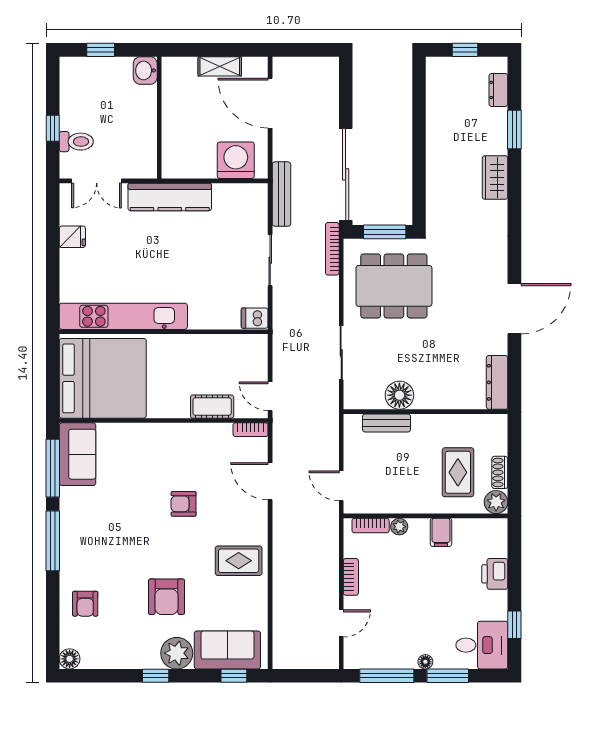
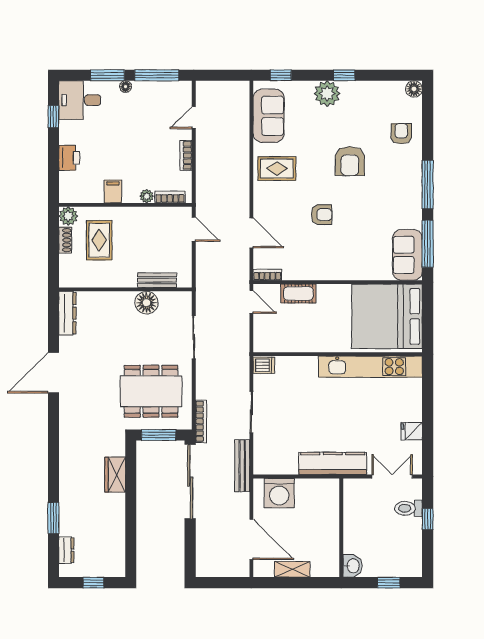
wardrobe: (495, 178) -> (115, 475), moved, turned 180
armchair: (166, 597) -> (350, 161), moved, turned 180
sofa: (227, 650) -> (269, 116), moved, turned -90

